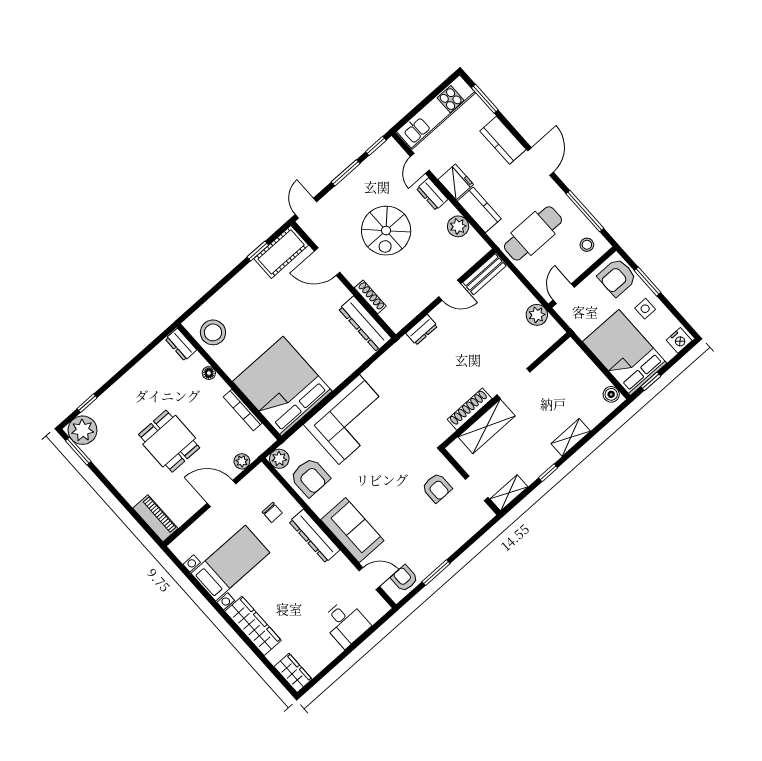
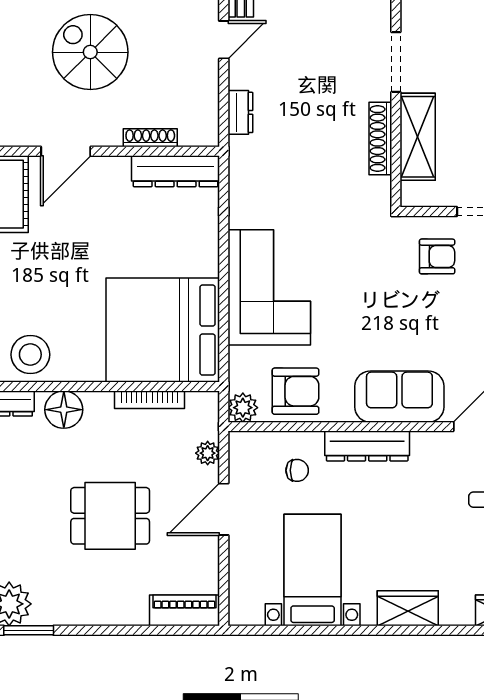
spiral stairs: (386, 231) -> (90, 52), turned 180
floor lamp: (209, 373) -> (64, 410), width x1.89, depth x1.89
wardrobe: (253, 626) -> (408, 608), width x0.67

